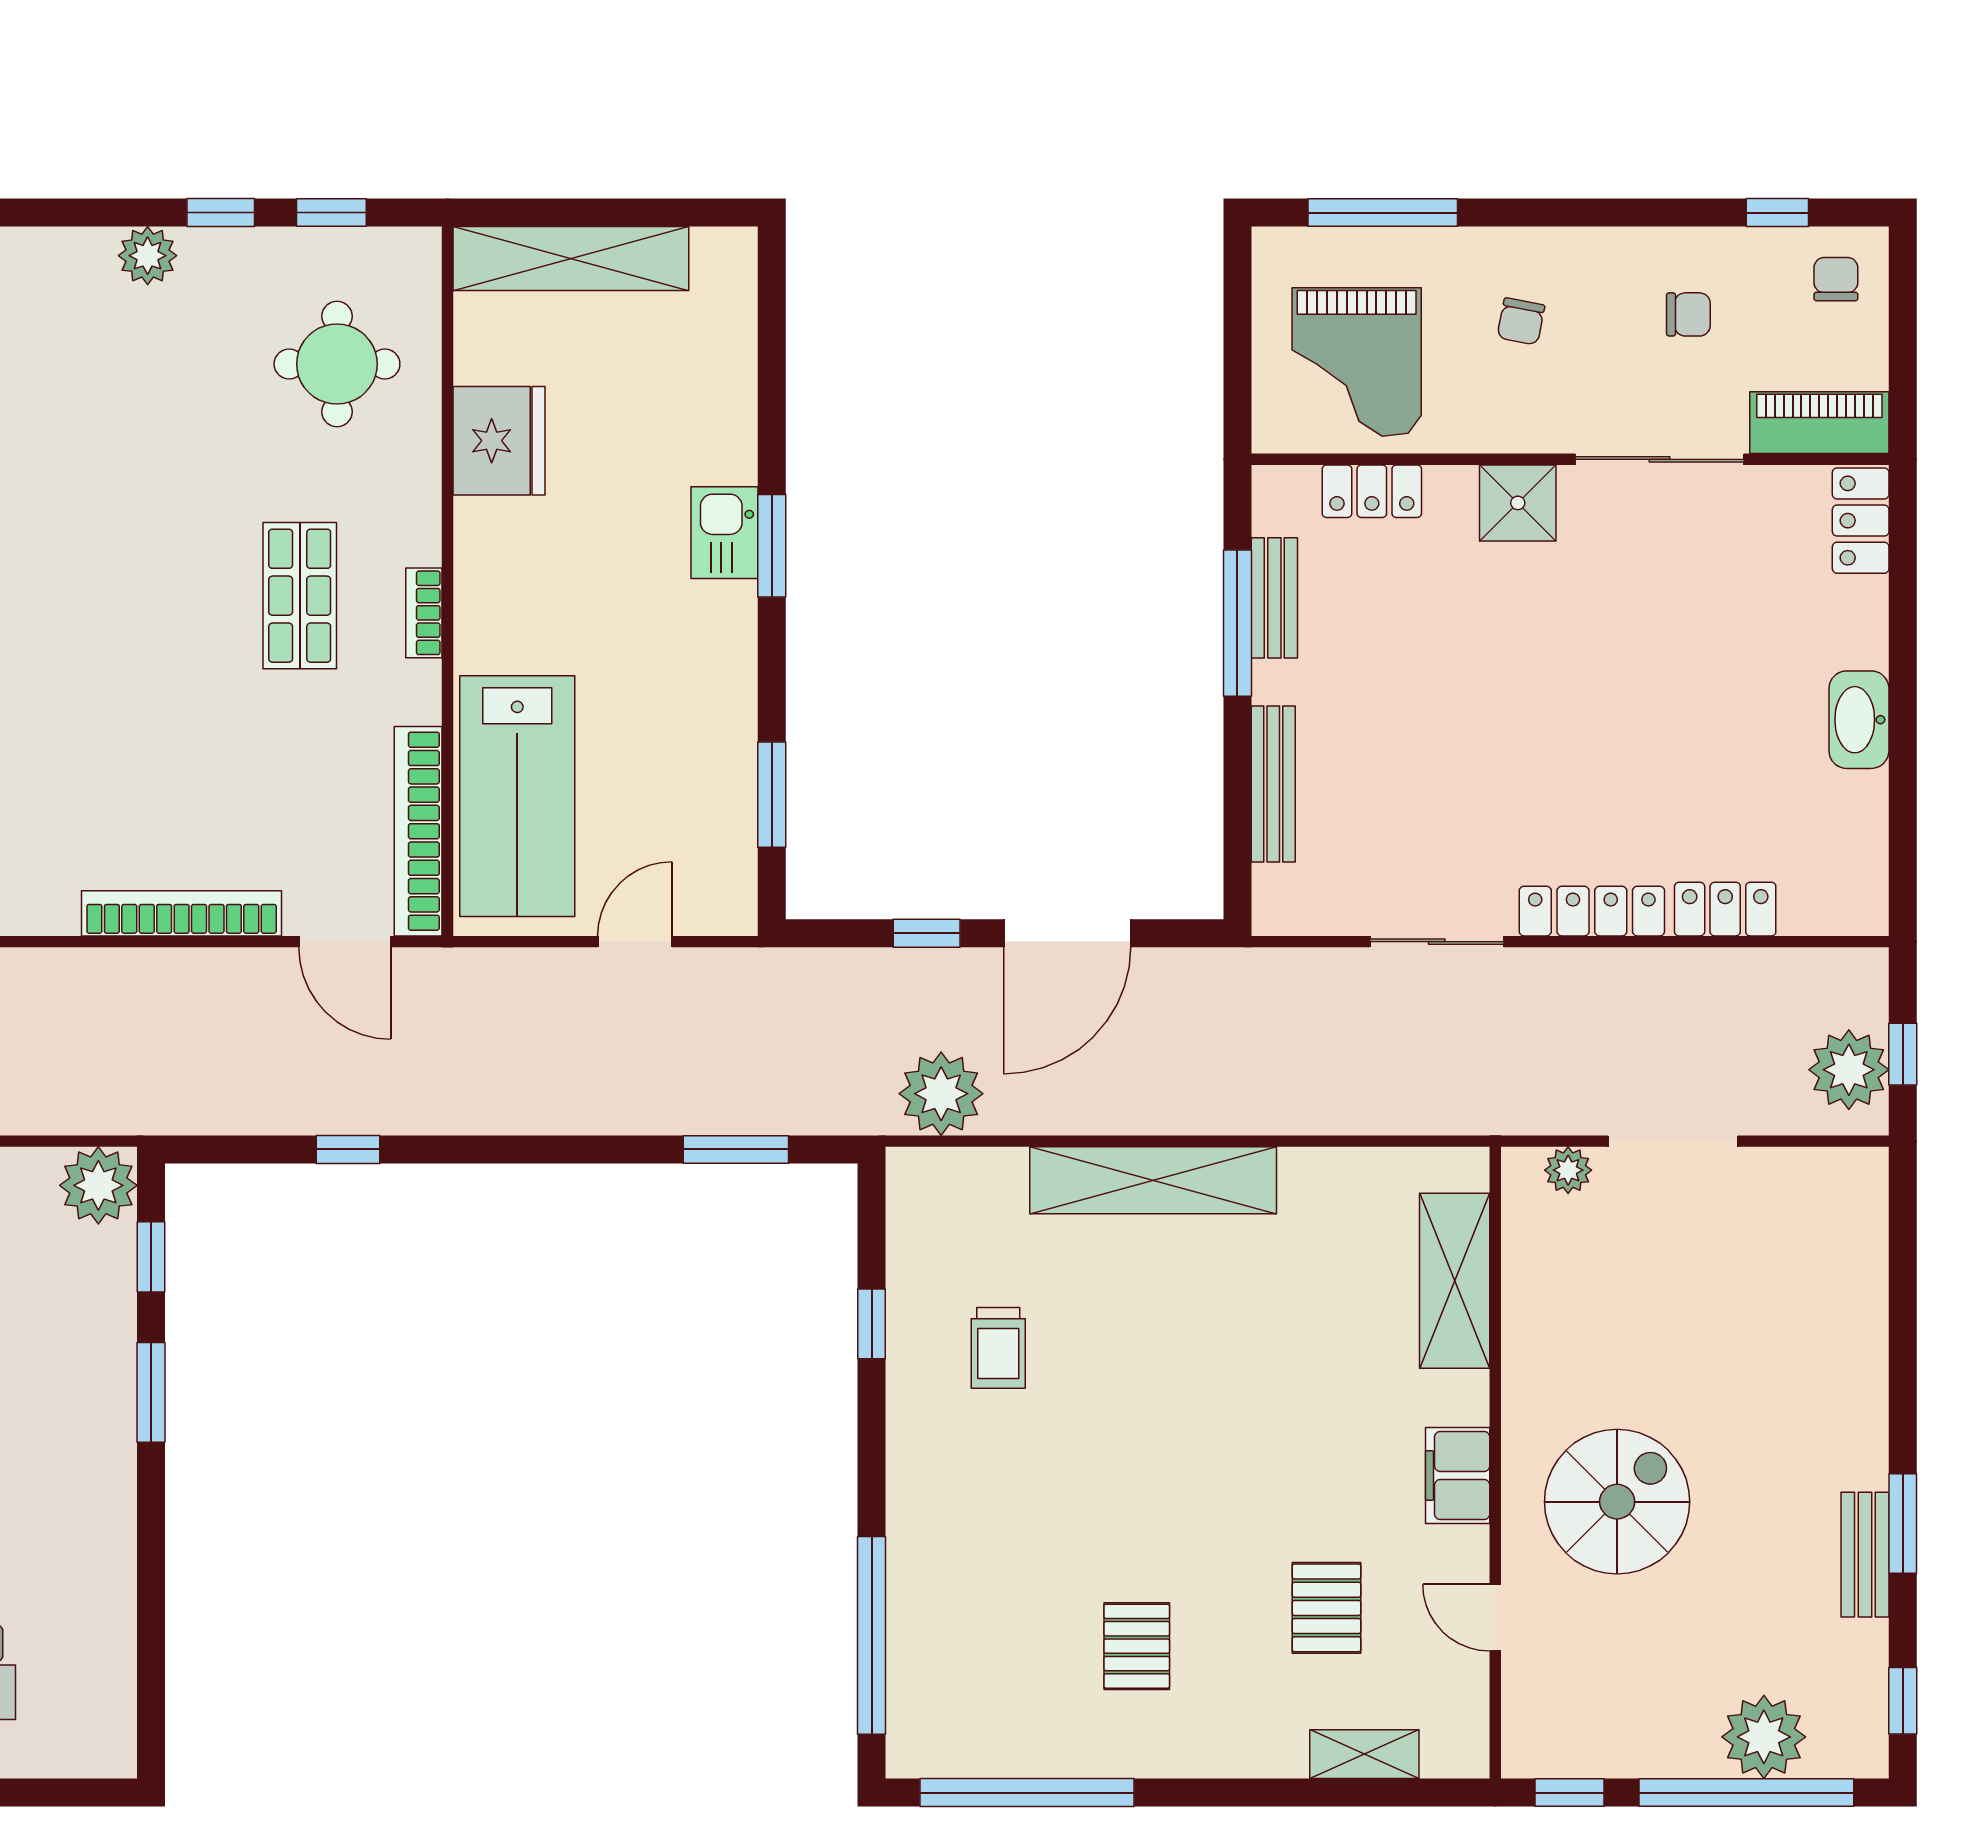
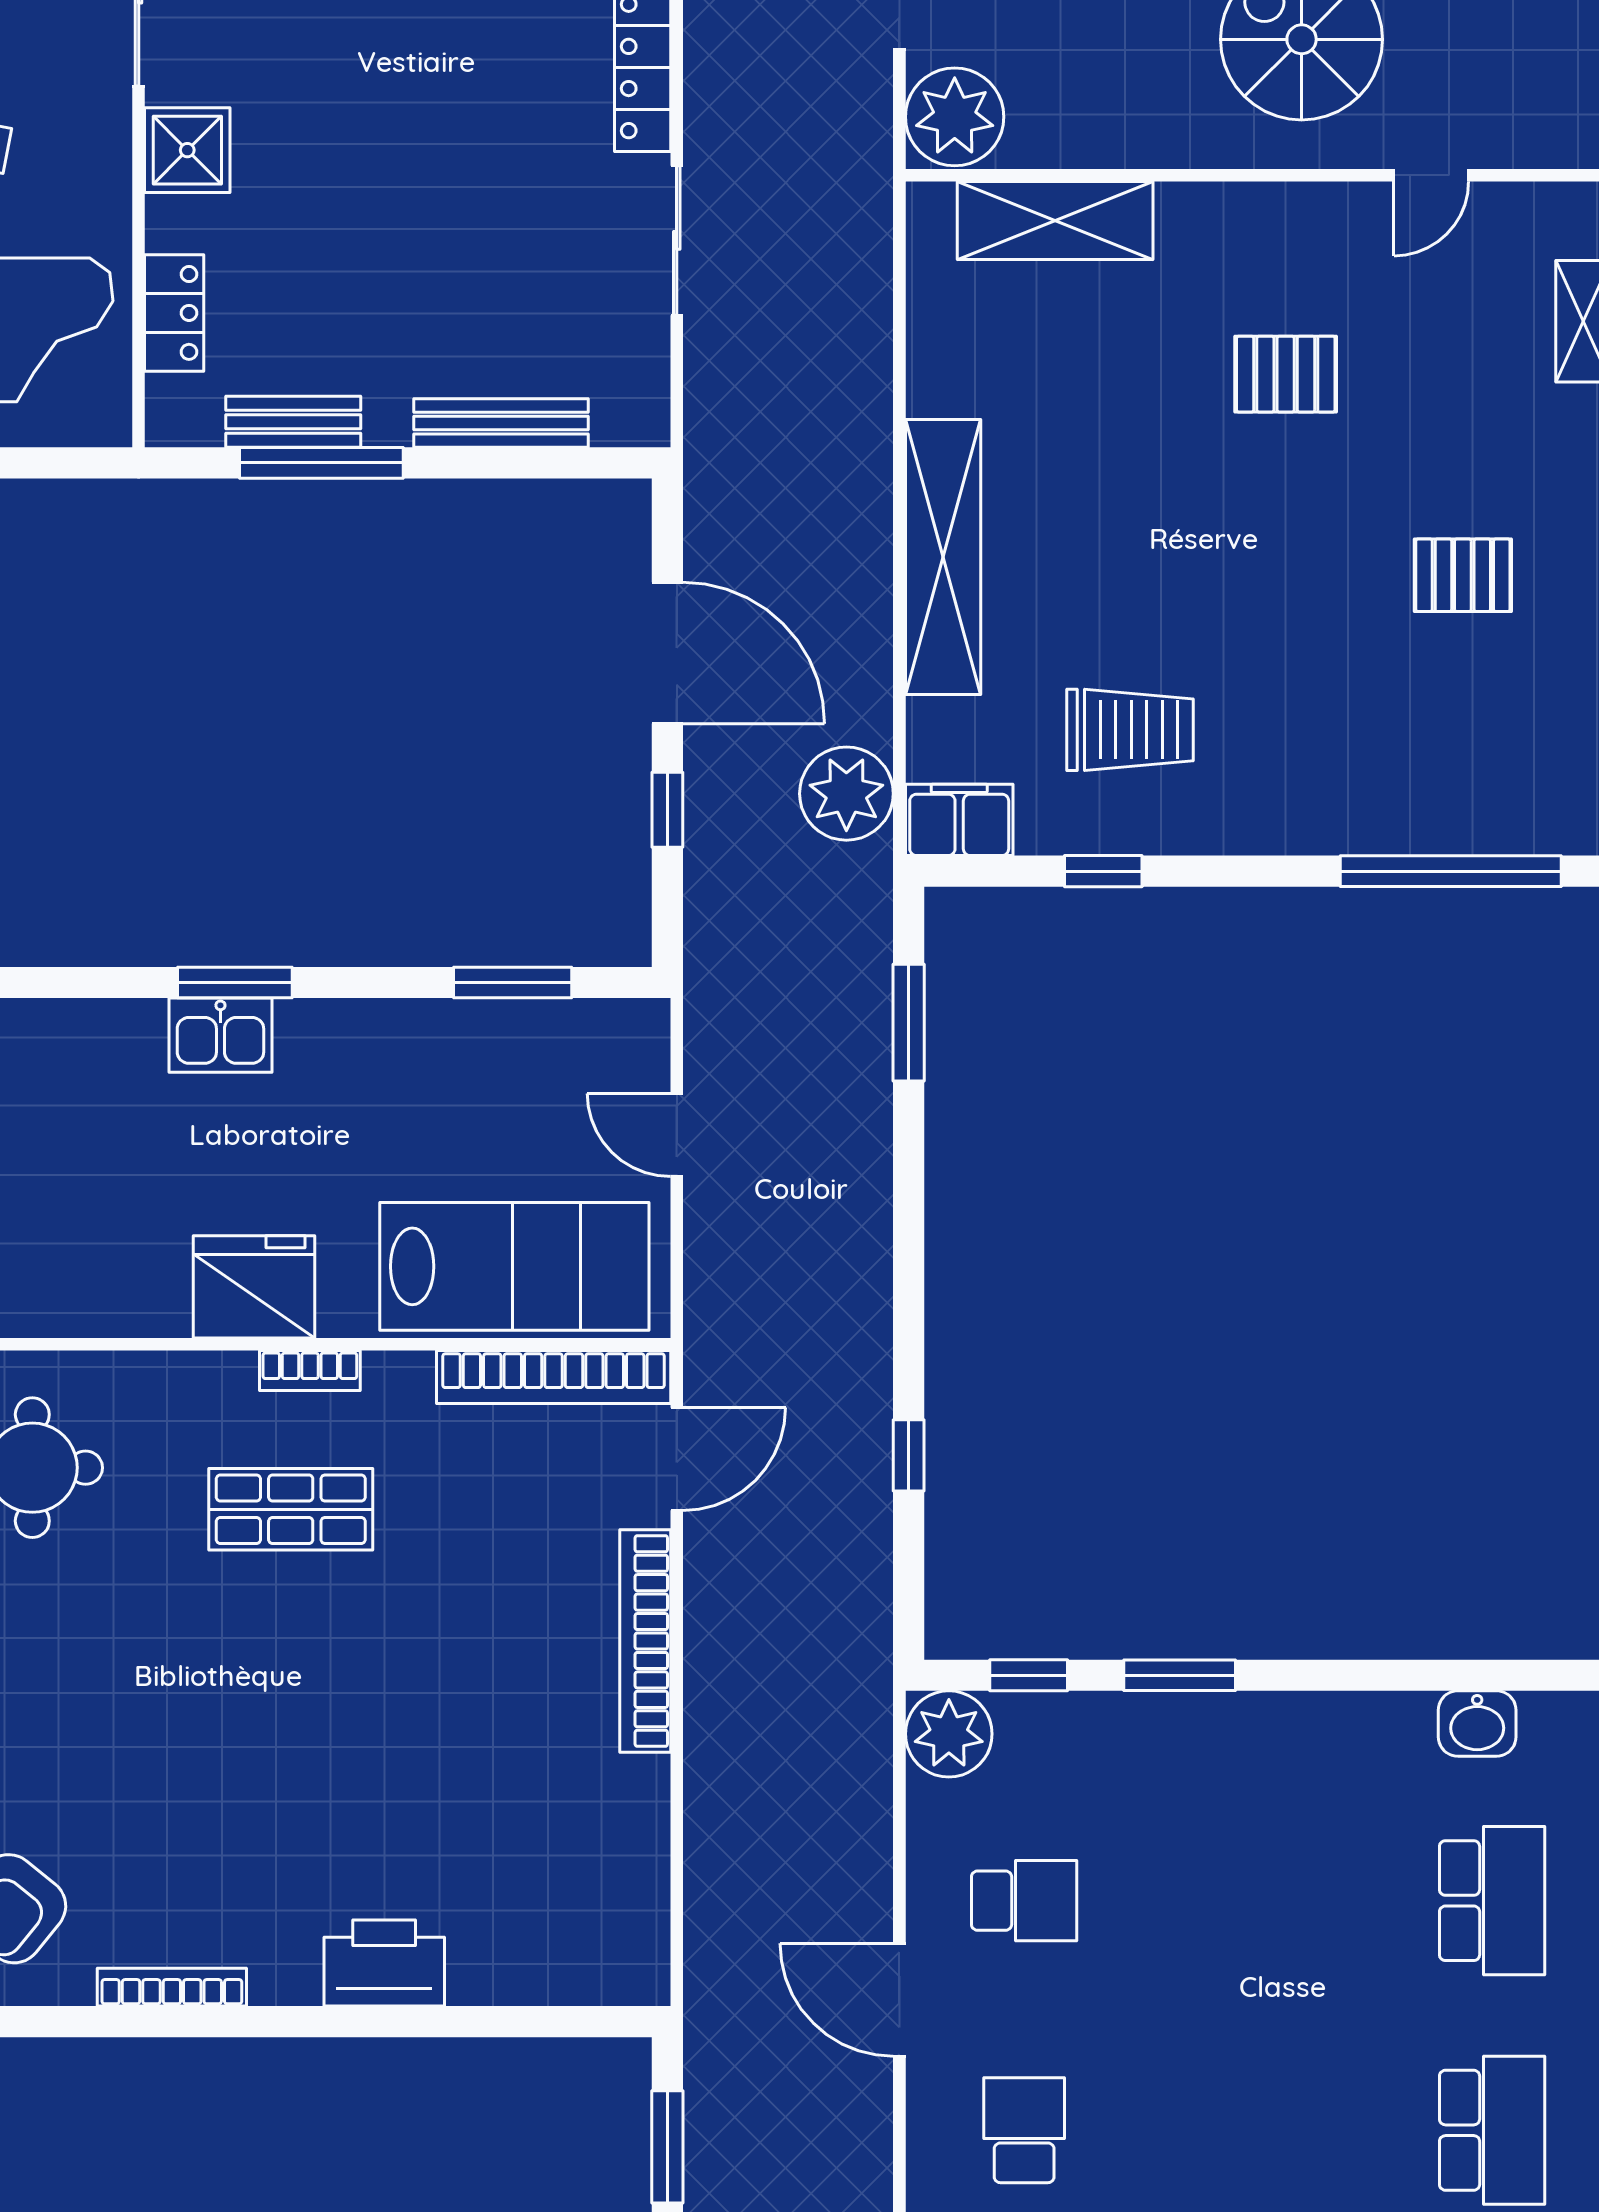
fridge: (499, 441) -> (254, 1287), moved
plant: (1568, 1170) -> (955, 117), width x1.87, depth x1.87
trolley: (998, 1348) -> (1130, 730), width x1.36, depth x1.39
filing cabinet: (1458, 1475) -> (959, 820), moved, turned 180
pallet: (1327, 1608) -> (1286, 374), moved
washbasin: (108, 1659) -> (1477, 1724), added

